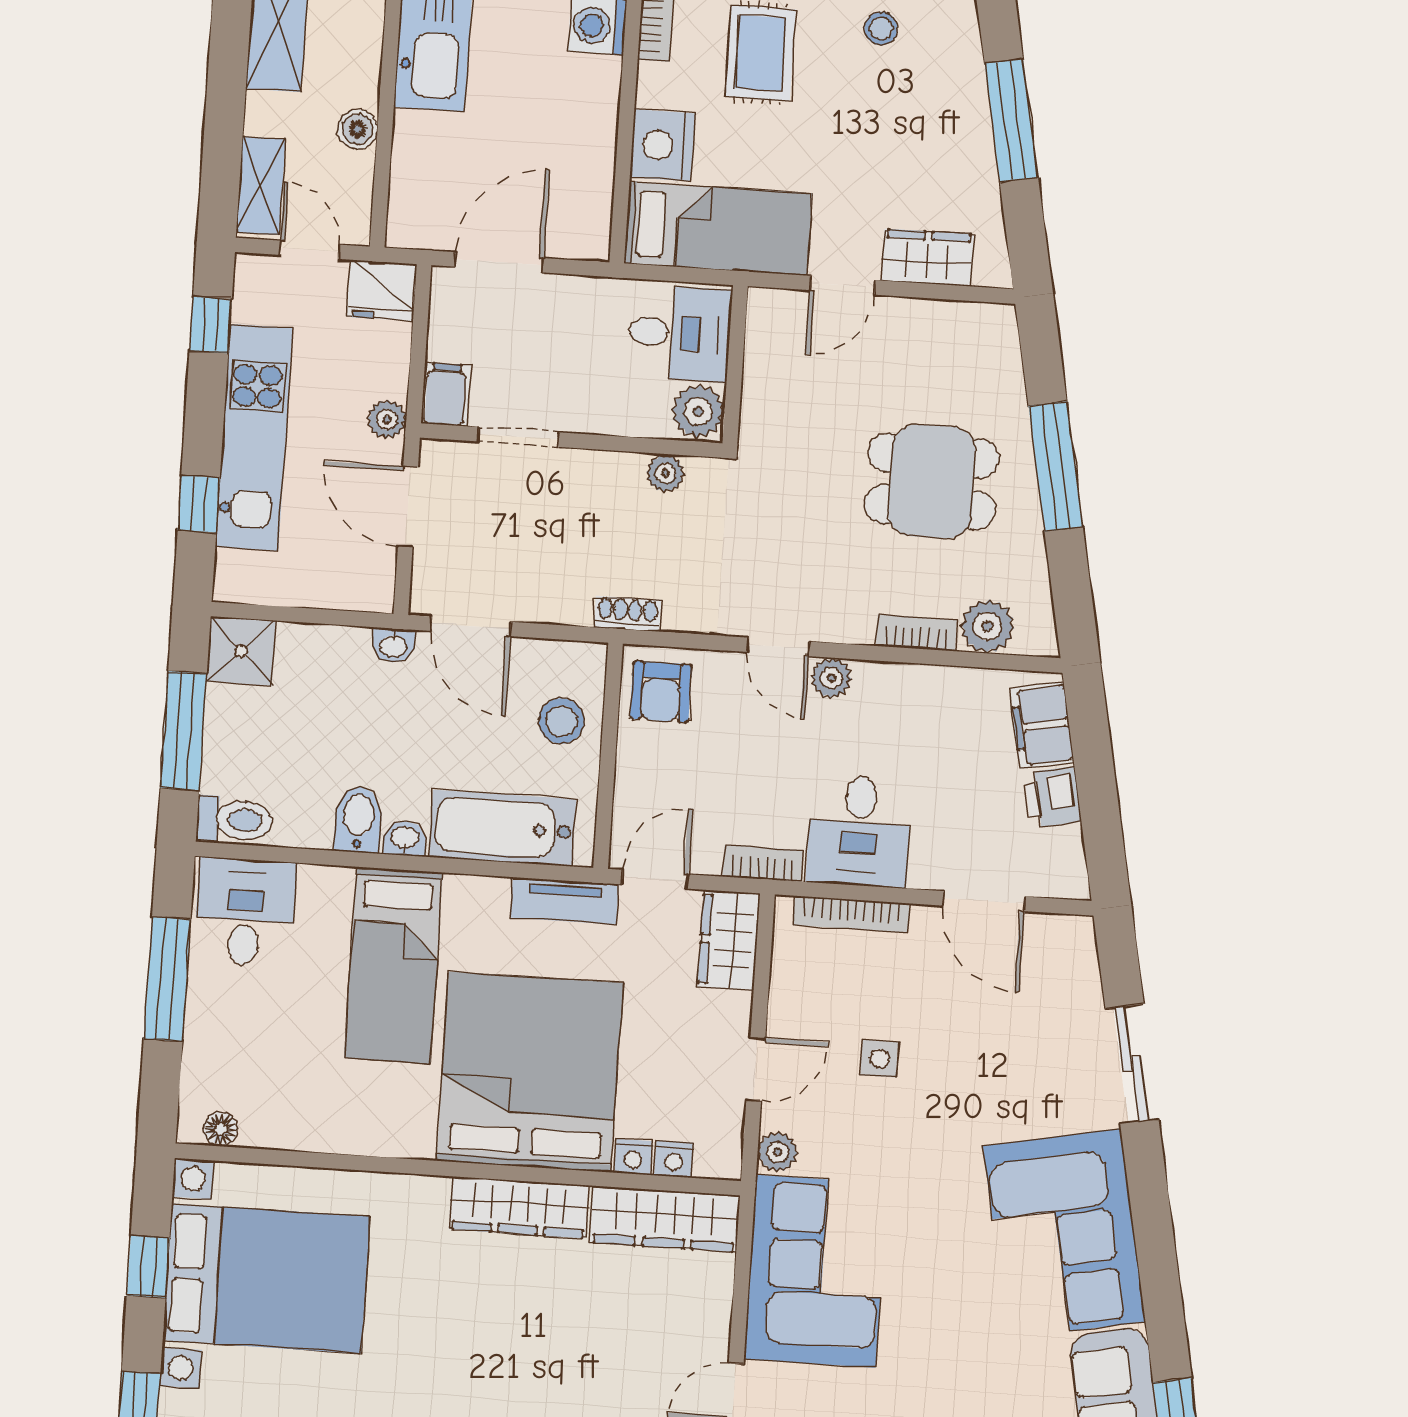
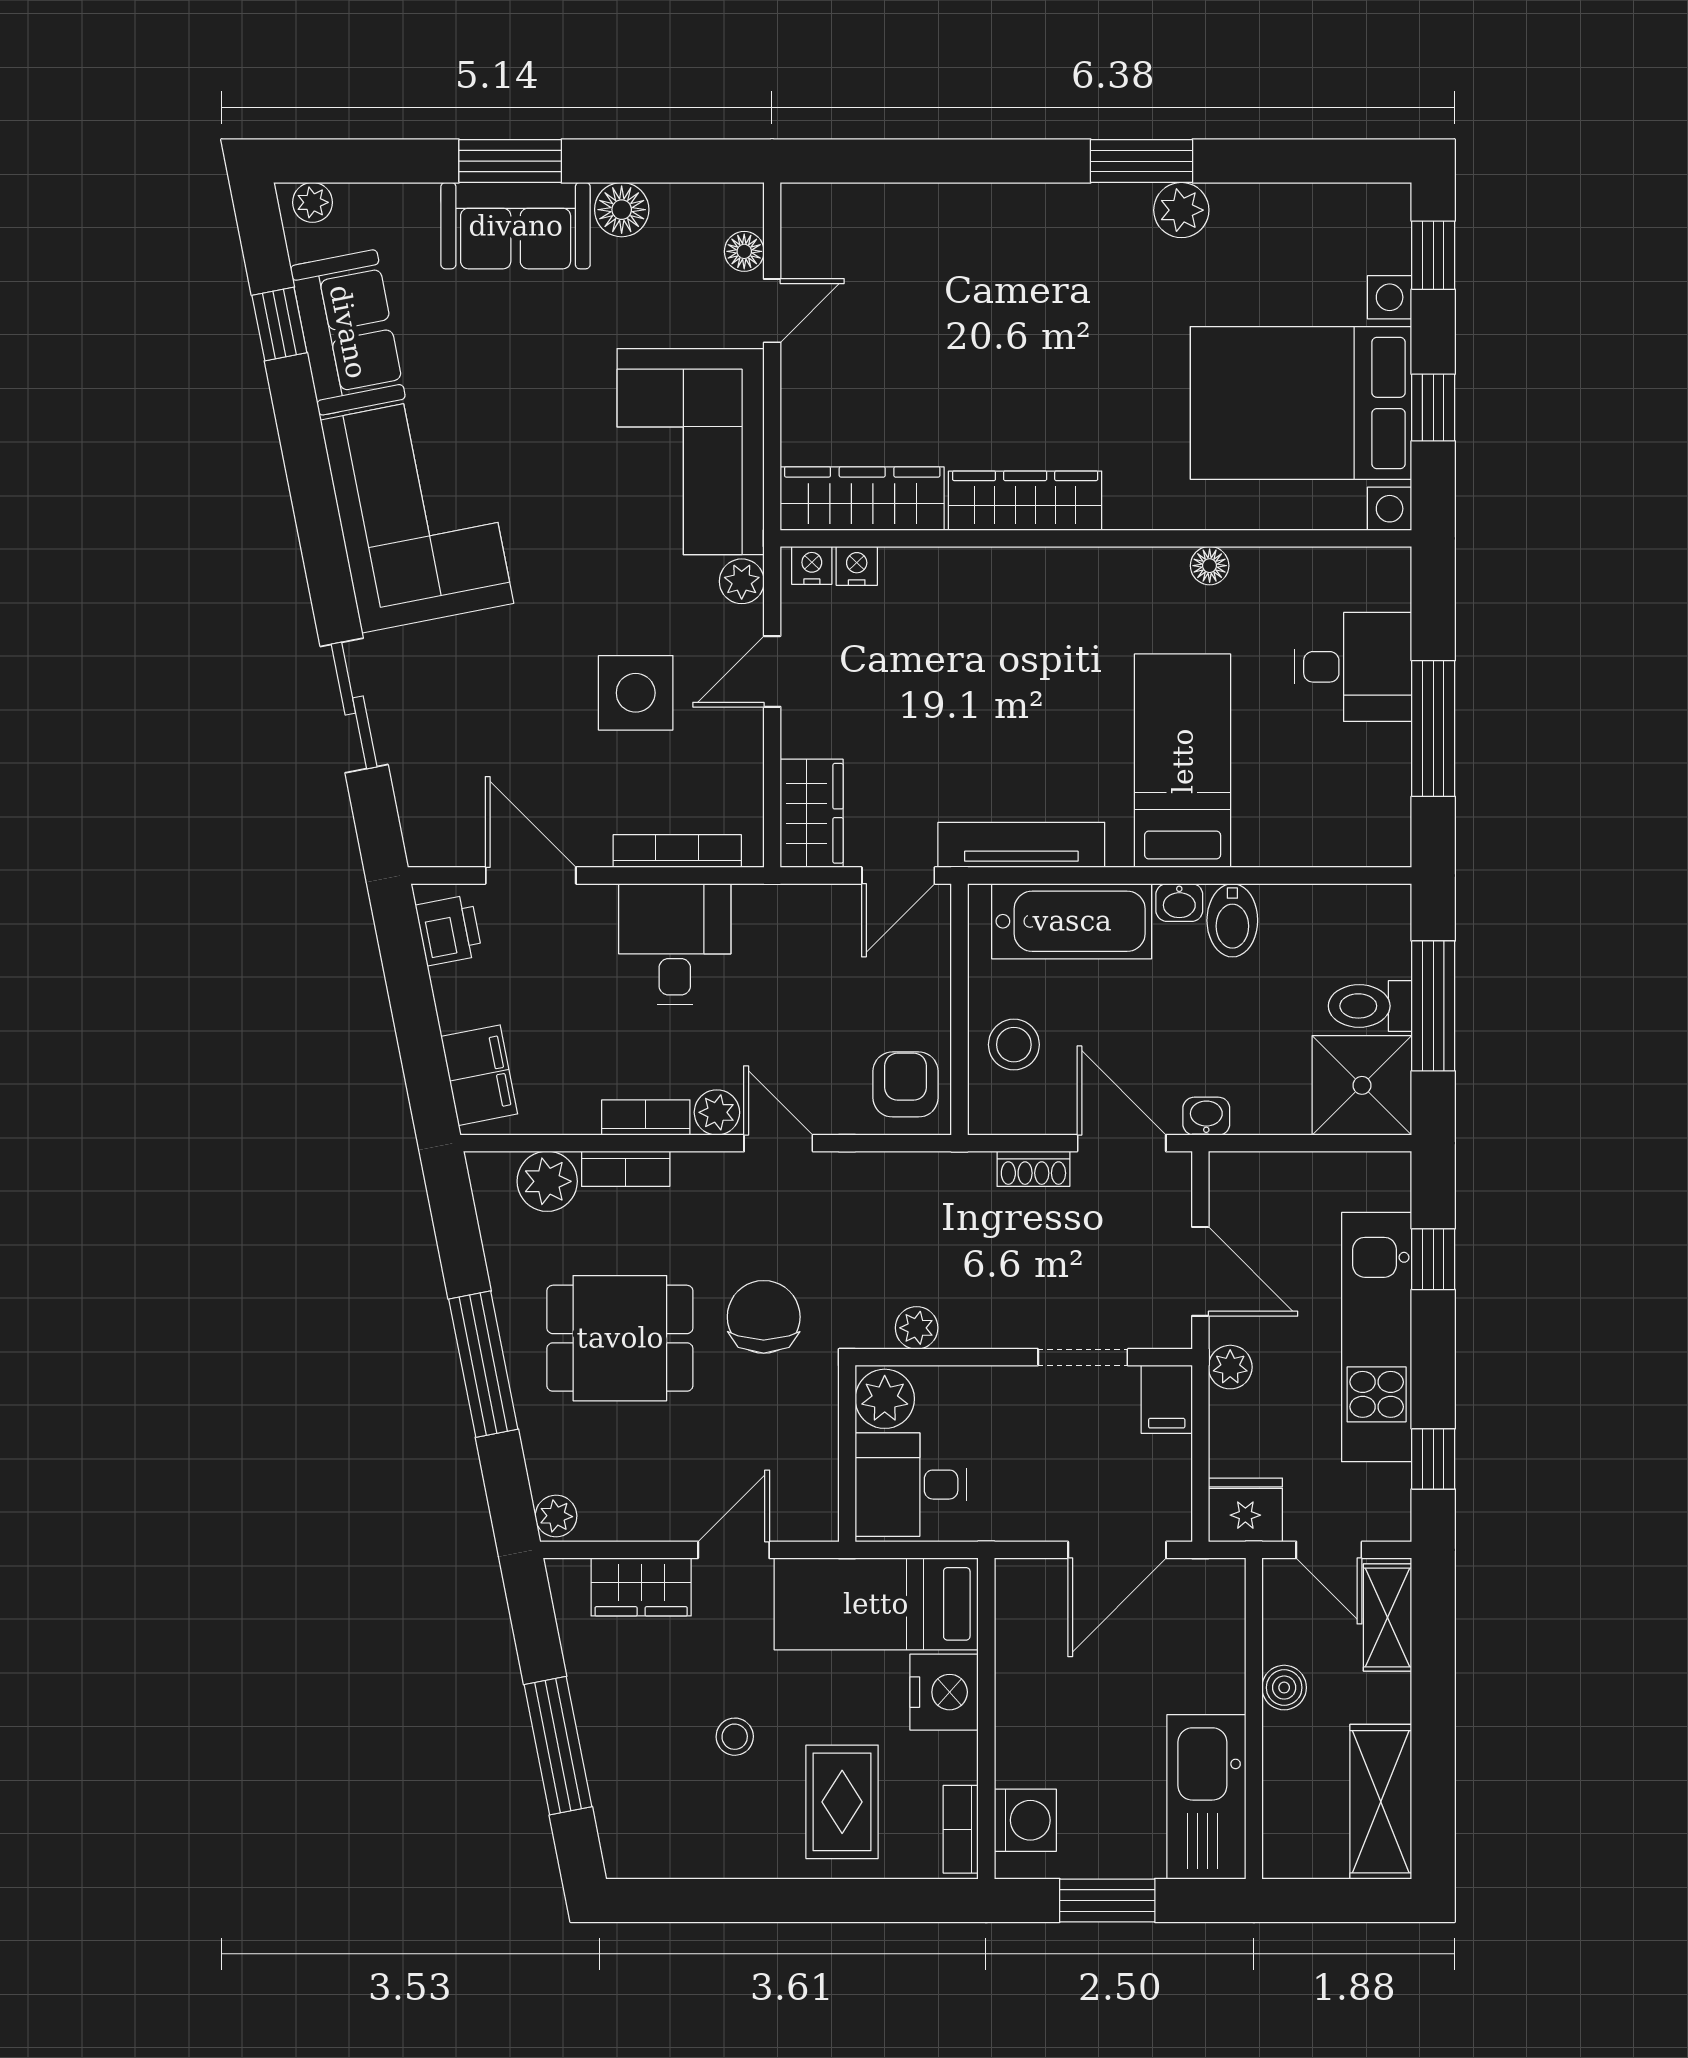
stool: (881, 28) -> (735, 1737), moved
plant: (999, 326) -> (556, 1516), added
chair: (802, 492) -> (764, 1317), added
shoe rack: (628, 614) -> (1033, 1169), moved
shower: (241, 651) -> (1362, 1085), width x1.36, depth x1.36
printer: (1053, 797) -> (449, 930), moved
toilet: (235, 820) -> (1370, 1006), moved
bookcase: (763, 863) -> (646, 1117), moved, turned 180
tv unit: (565, 901) -> (1021, 845), width x1.41
desk: (245, 912) -> (1353, 667), moved, turned -90
side table: (879, 1059) -> (636, 693), width x1.87, depth x1.87
bed: (530, 1072) -> (1023, 652), removed
floor lamp: (221, 1129) -> (1210, 566), moved
nightstand: (633, 1157) -> (812, 565), moved

